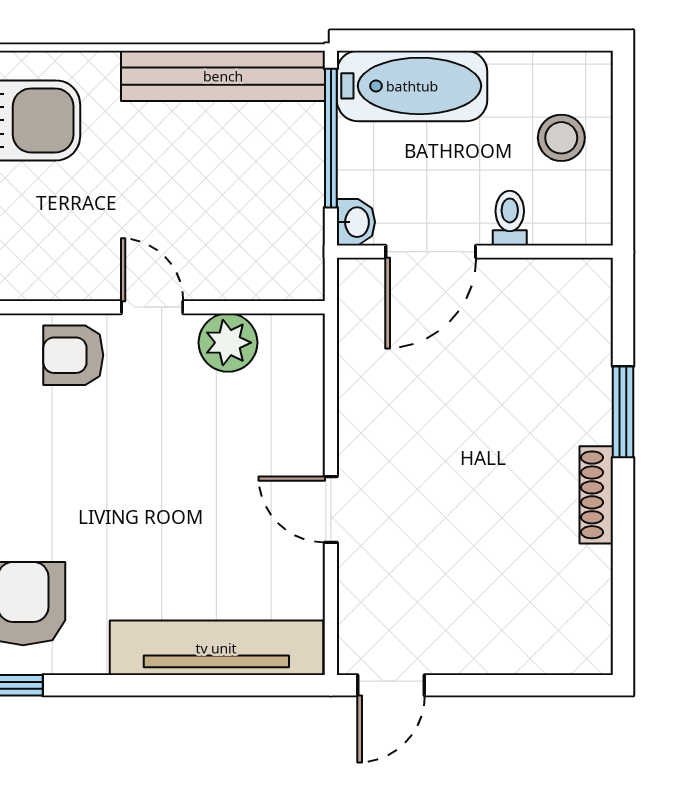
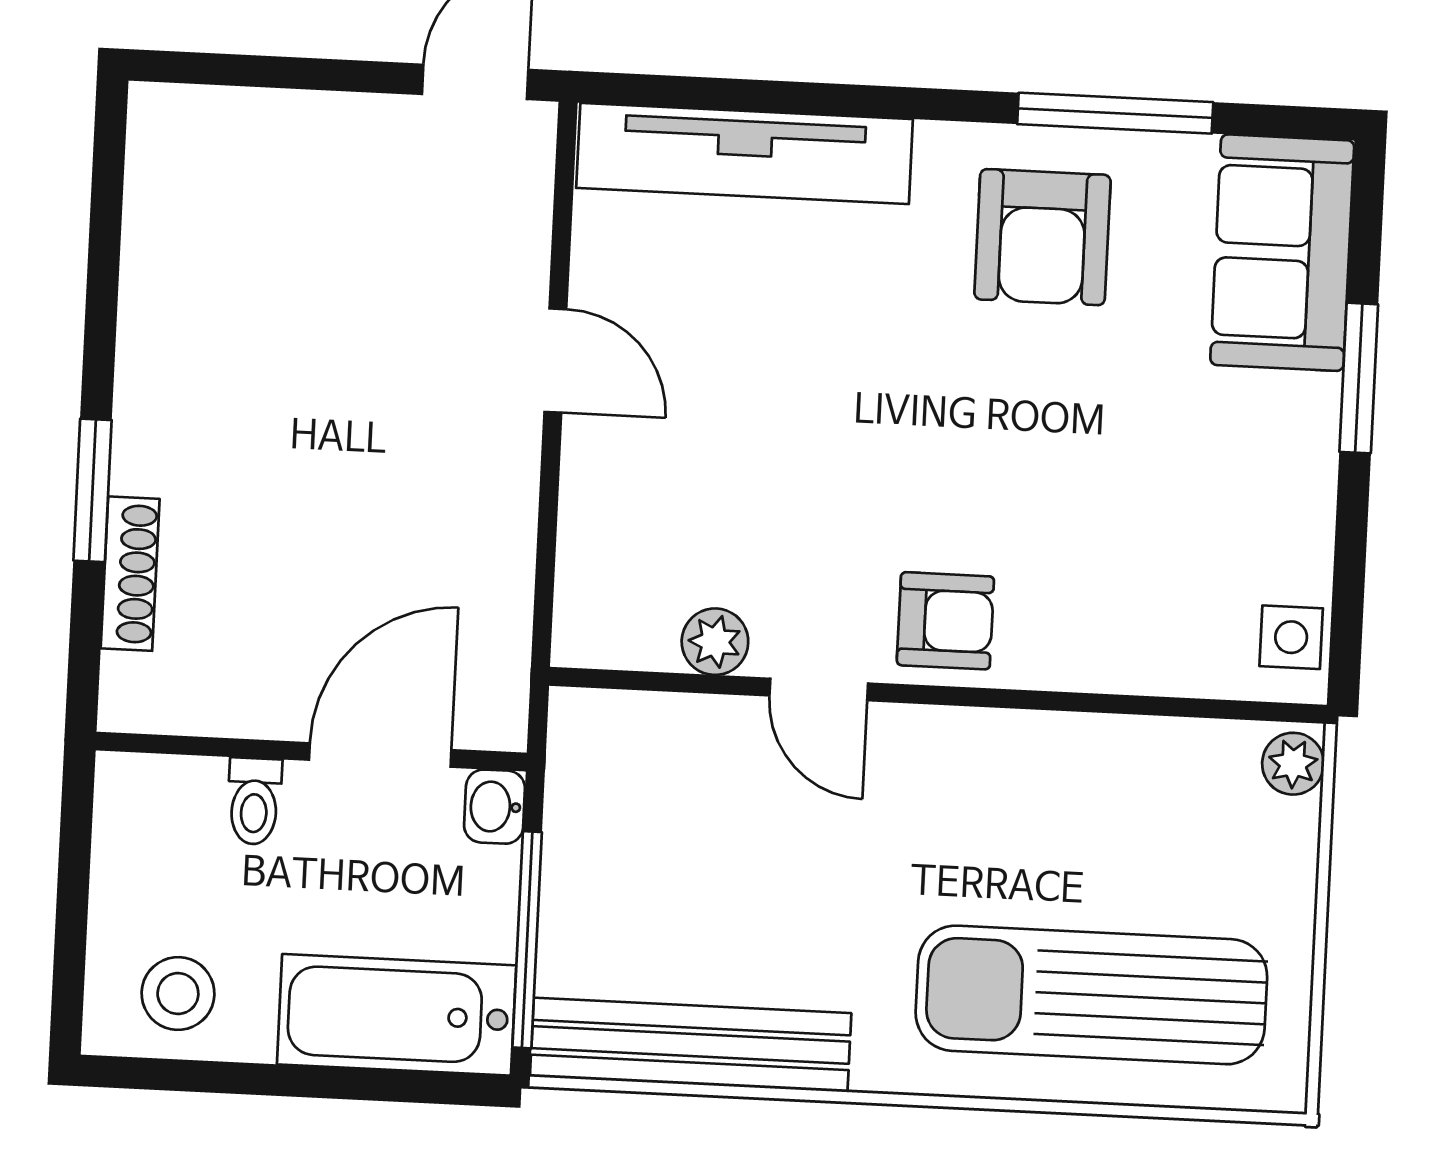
stool: (561, 138) -> (178, 994), moved
plant: (228, 343) -> (715, 642), width x0.73, depth x0.73
shoe rack: (596, 495) -> (130, 574), moved

